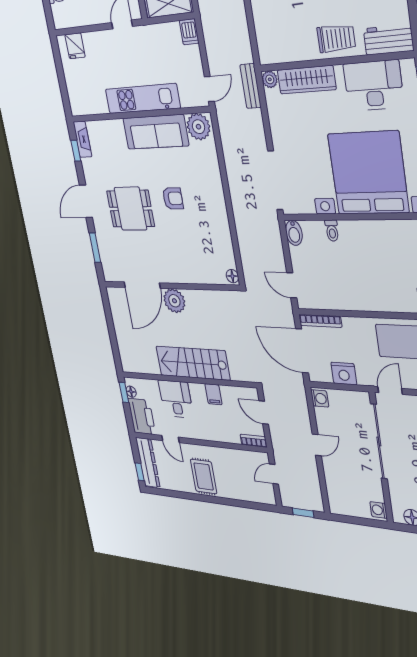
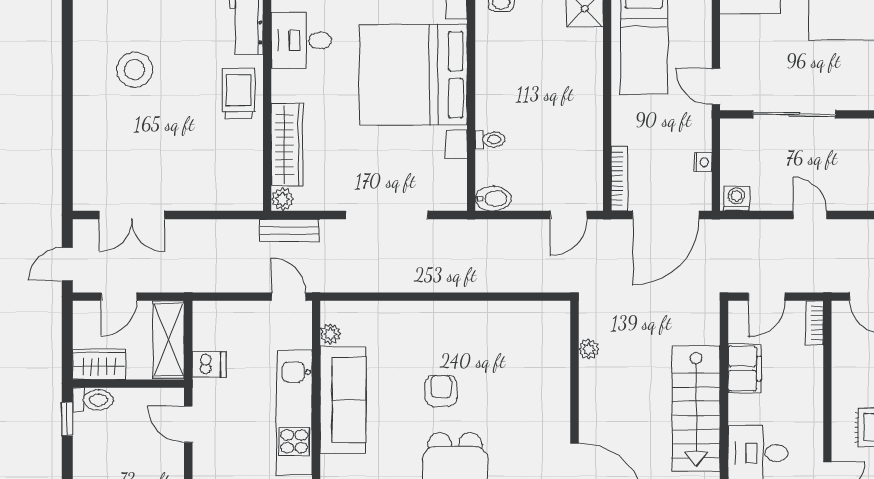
dishwasher: (189, 32) -> (209, 364), moved
desk: (373, 86) -> (301, 40), width x0.73
plant: (198, 127) -> (330, 334), width x0.53, depth x0.53
doorway: (275, 180) -> (387, 215), moved
floor lamp: (232, 276) -> (557, 311), removed
plant: (174, 301) -> (589, 349), moved, width x0.53, depth x0.53
nightstand: (344, 374) -> (703, 162), width x0.53, depth x0.56
filing cabinet: (213, 394) -> (744, 368), width x2.00
sliding door: (379, 441) -> (794, 114), width x0.73

